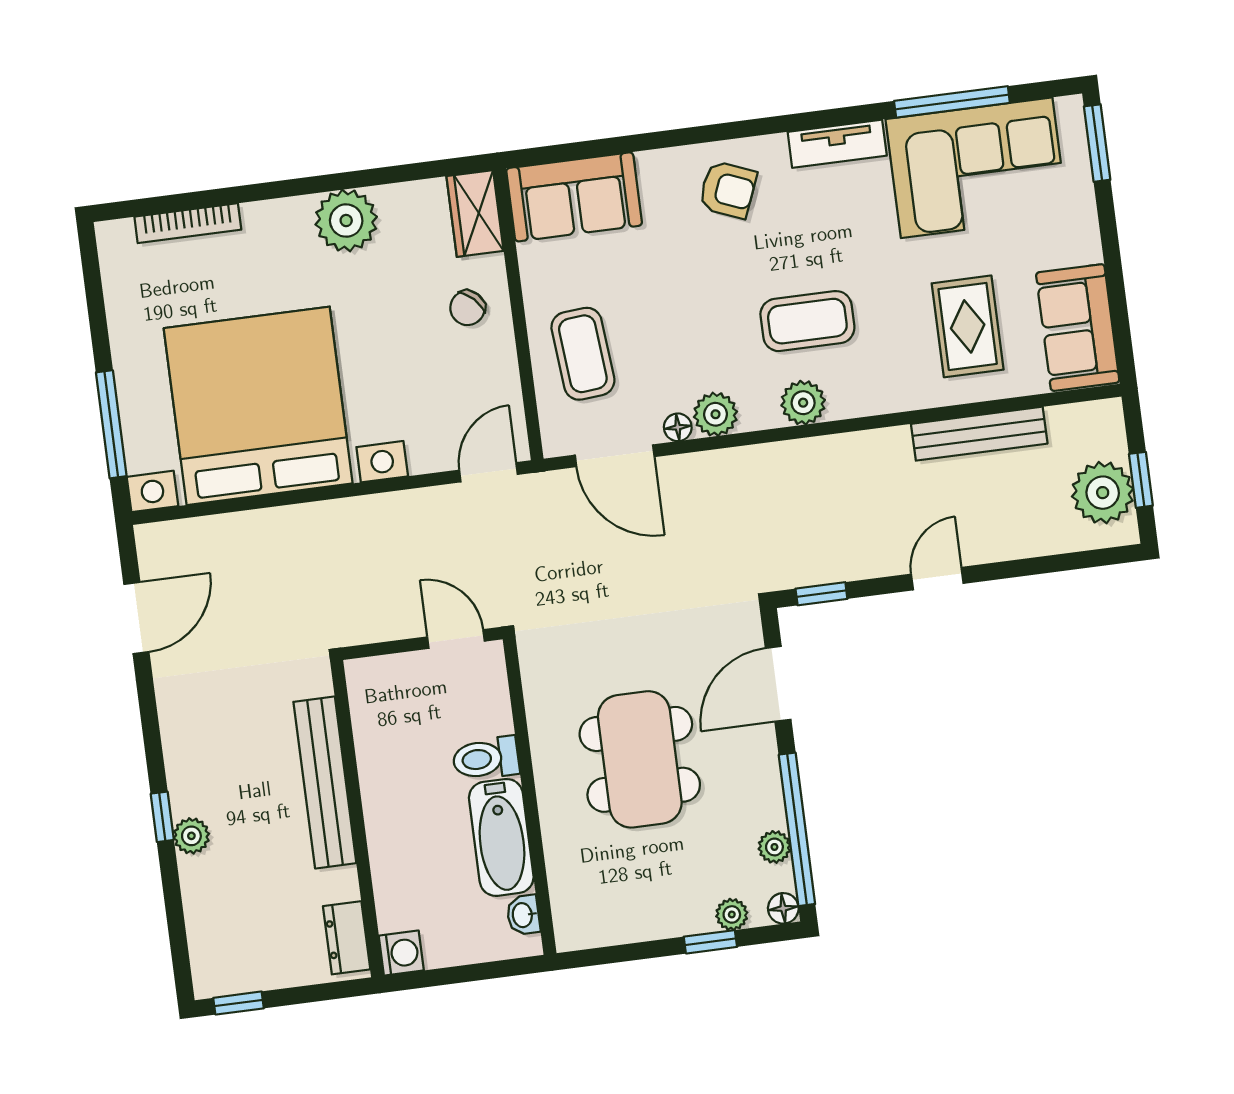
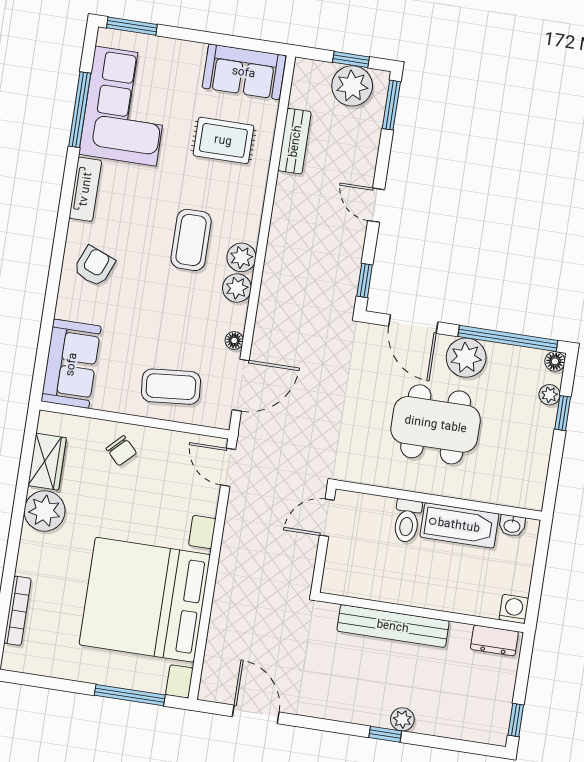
wardrobe: (475, 213) -> (47, 462), moved, turned -90
plant: (716, 414) -> (237, 288), moved
bench: (979, 434) -> (295, 141), width x0.73
window: (1091, 559) -> (391, 105), added
plant: (774, 847) -> (466, 358), moved, width x1.88, depth x1.88

